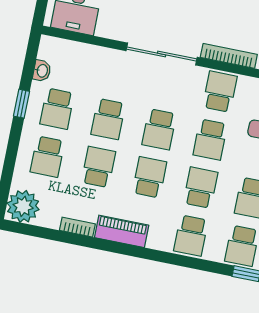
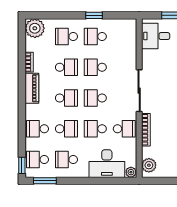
washbasin: (42, 71) -> (116, 23), removed

